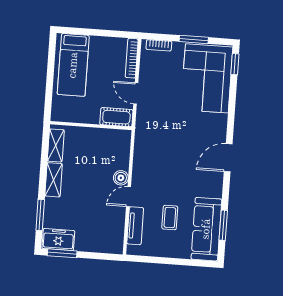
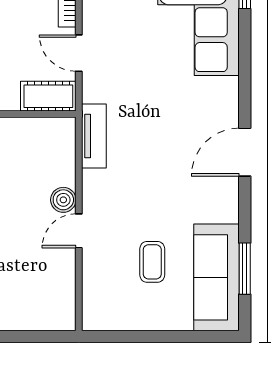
tv unit: (135, 226) -> (94, 136), moved

